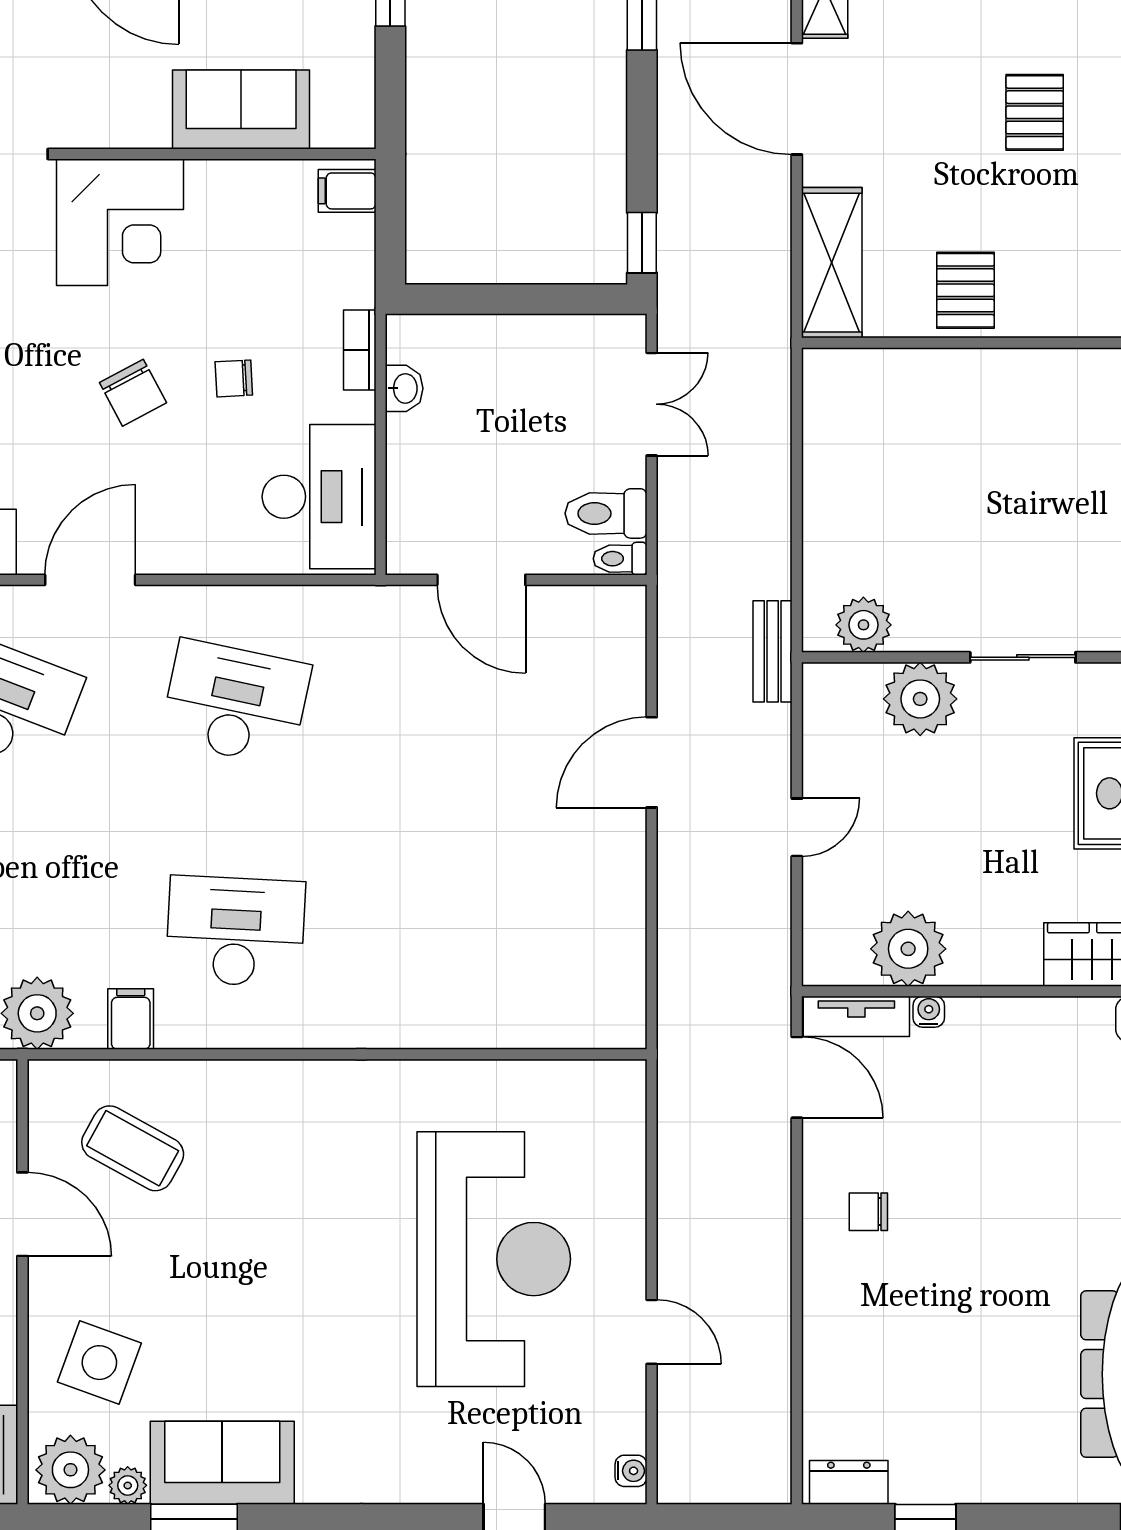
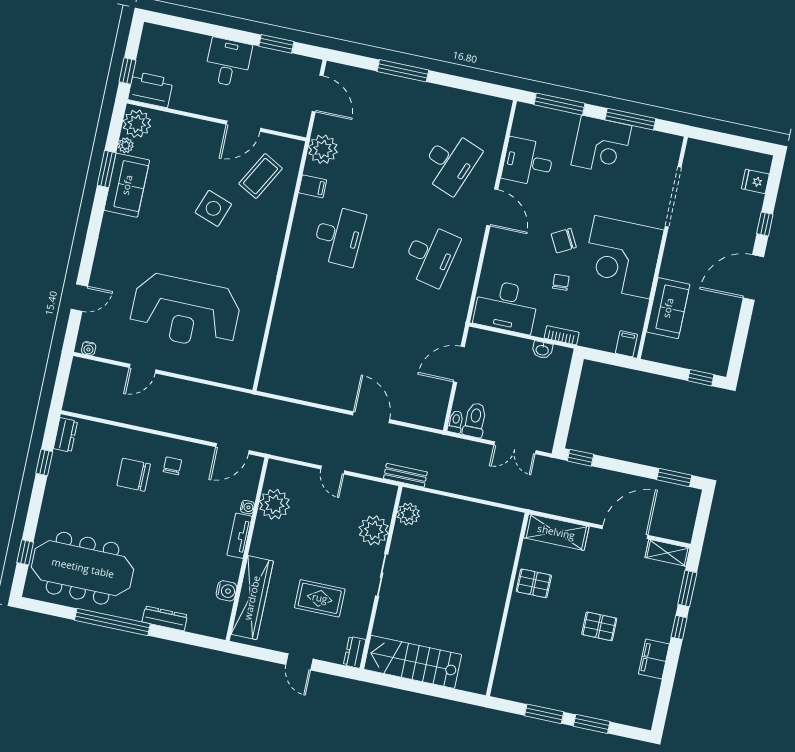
corner desk: (120, 222) -> (622, 257), width x1.36, depth x1.36
tv unit: (856, 1016) -> (239, 536), moved
chair: (909, 1299) -> (134, 475), added
side table: (99, 1363) -> (213, 208), moved

